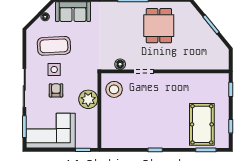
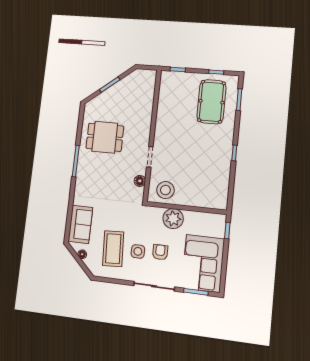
armchair: (56, 90) -> (160, 252), turned 90
pool table: (202, 124) -> (211, 102), turned 90

